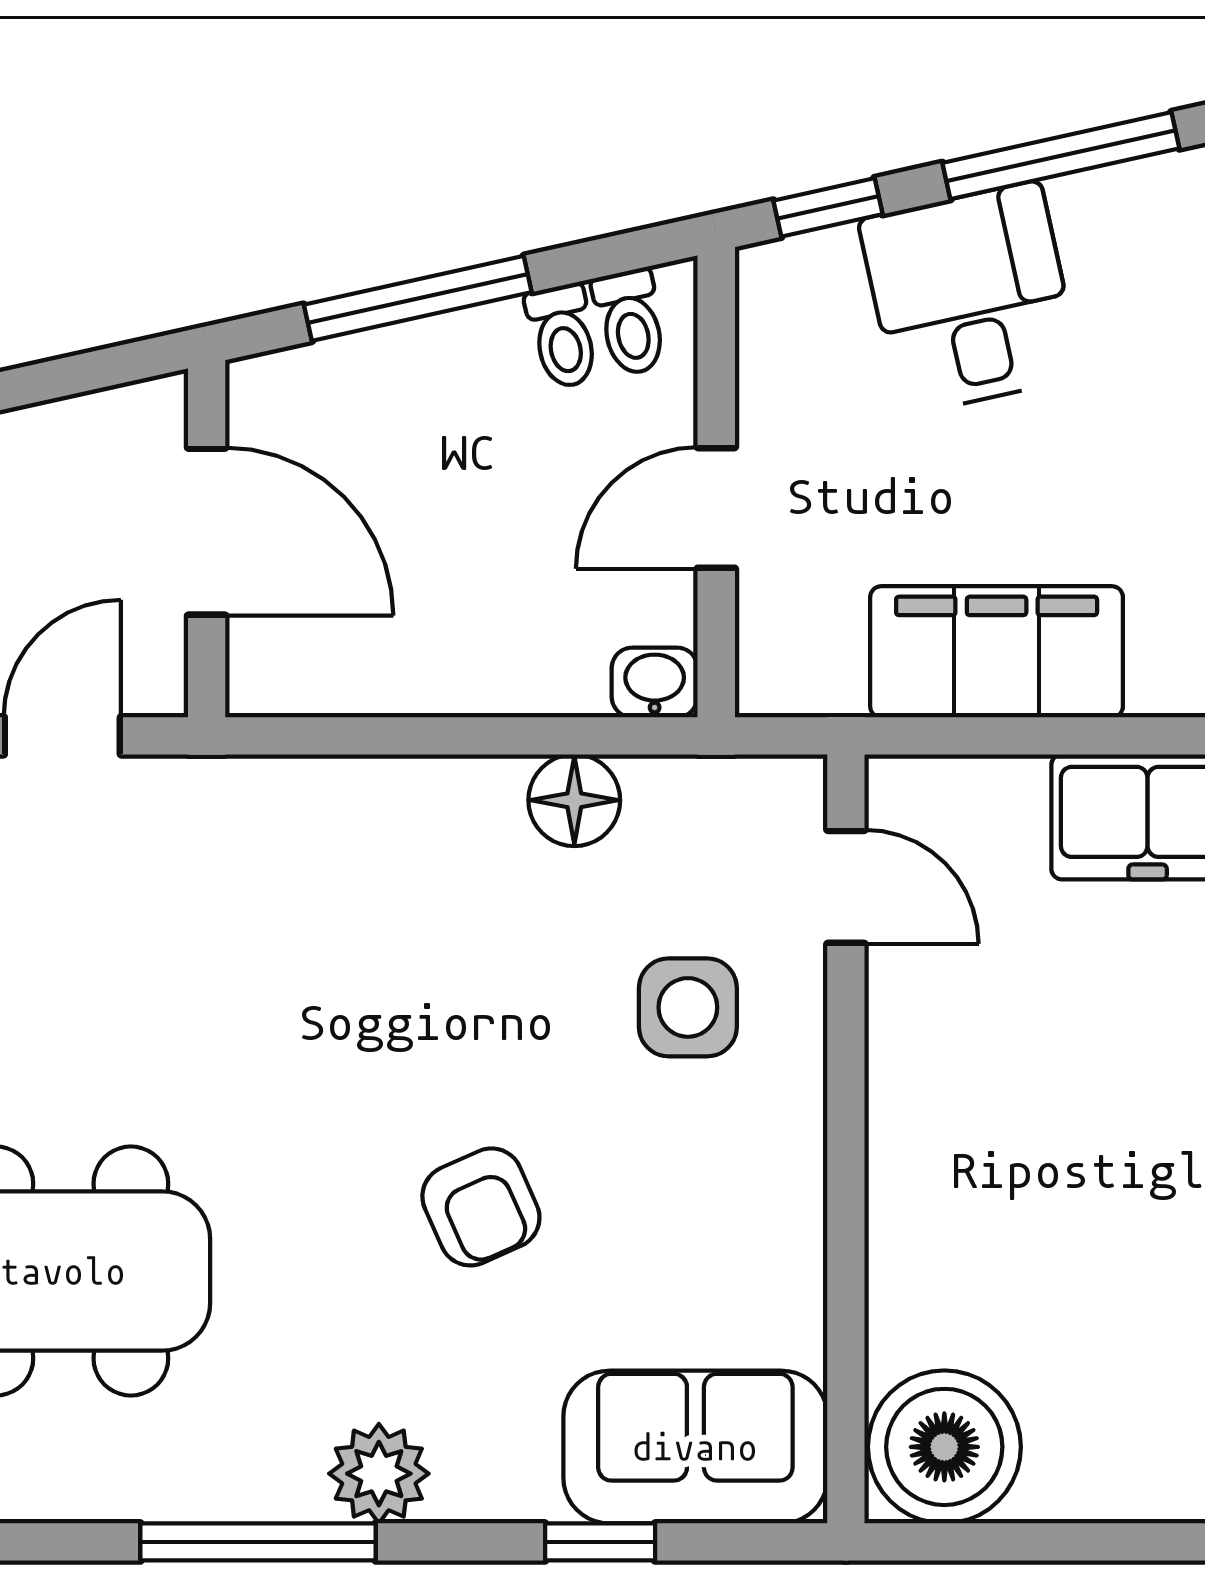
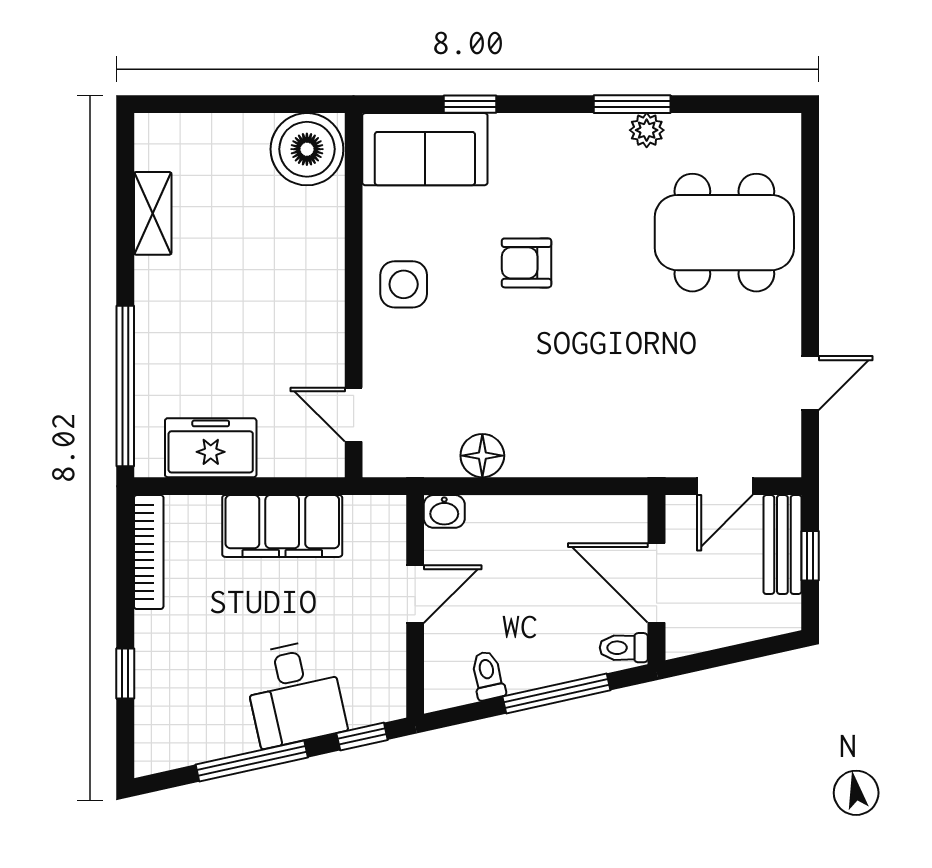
toilet: (630, 322) -> (624, 648), moved, turned -77
side table: (688, 1007) -> (404, 284), moved
armchair: (481, 1207) -> (527, 263), turned -66
plant: (379, 1474) -> (647, 130), moved, width x0.73, depth x0.73
window: (258, 1542) -> (632, 104), width x0.69

